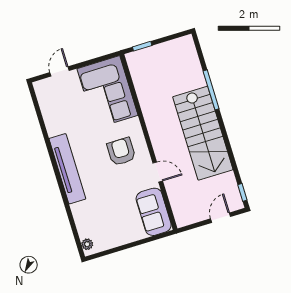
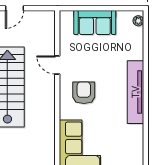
armchair: (121, 152) -> (84, 93), turned 180
sofa: (154, 212) -> (95, 23), moved, turned 90

